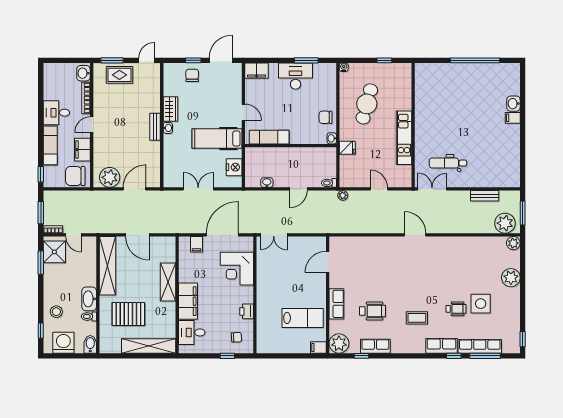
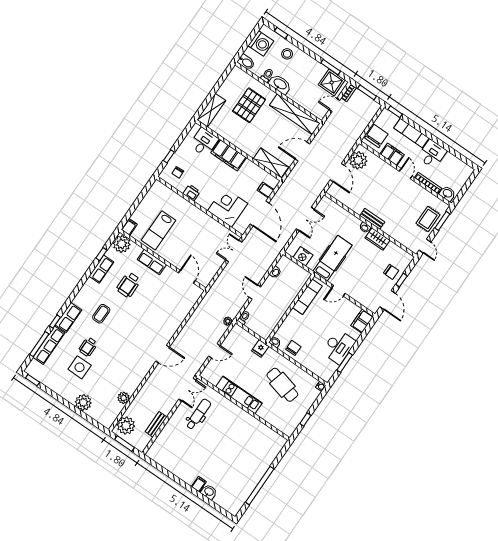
plant: (513, 243) -> (124, 398), moved
shelving: (168, 282) -> (271, 163), moved
shelving: (149, 346) -> (211, 110), width x0.68

